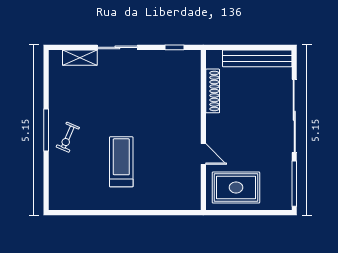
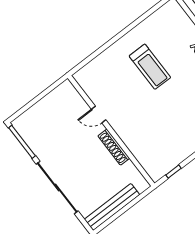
shoe rack: (213, 91) -> (114, 147), moved
rug: (236, 187) -> (59, 109), removed

